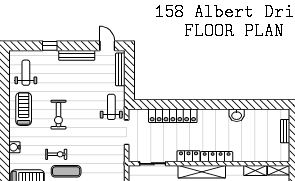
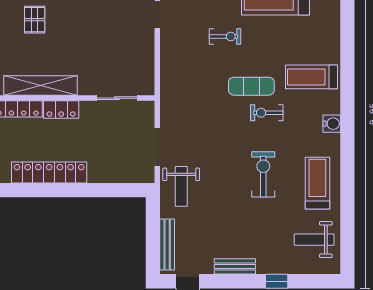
bench: (77, 55) -> (235, 266), width x0.73
weight bench: (26, 73) -> (314, 240), turned 90
treadmill: (24, 109) -> (317, 183), turned 180
locker: (173, 116) -> (49, 172), moved

